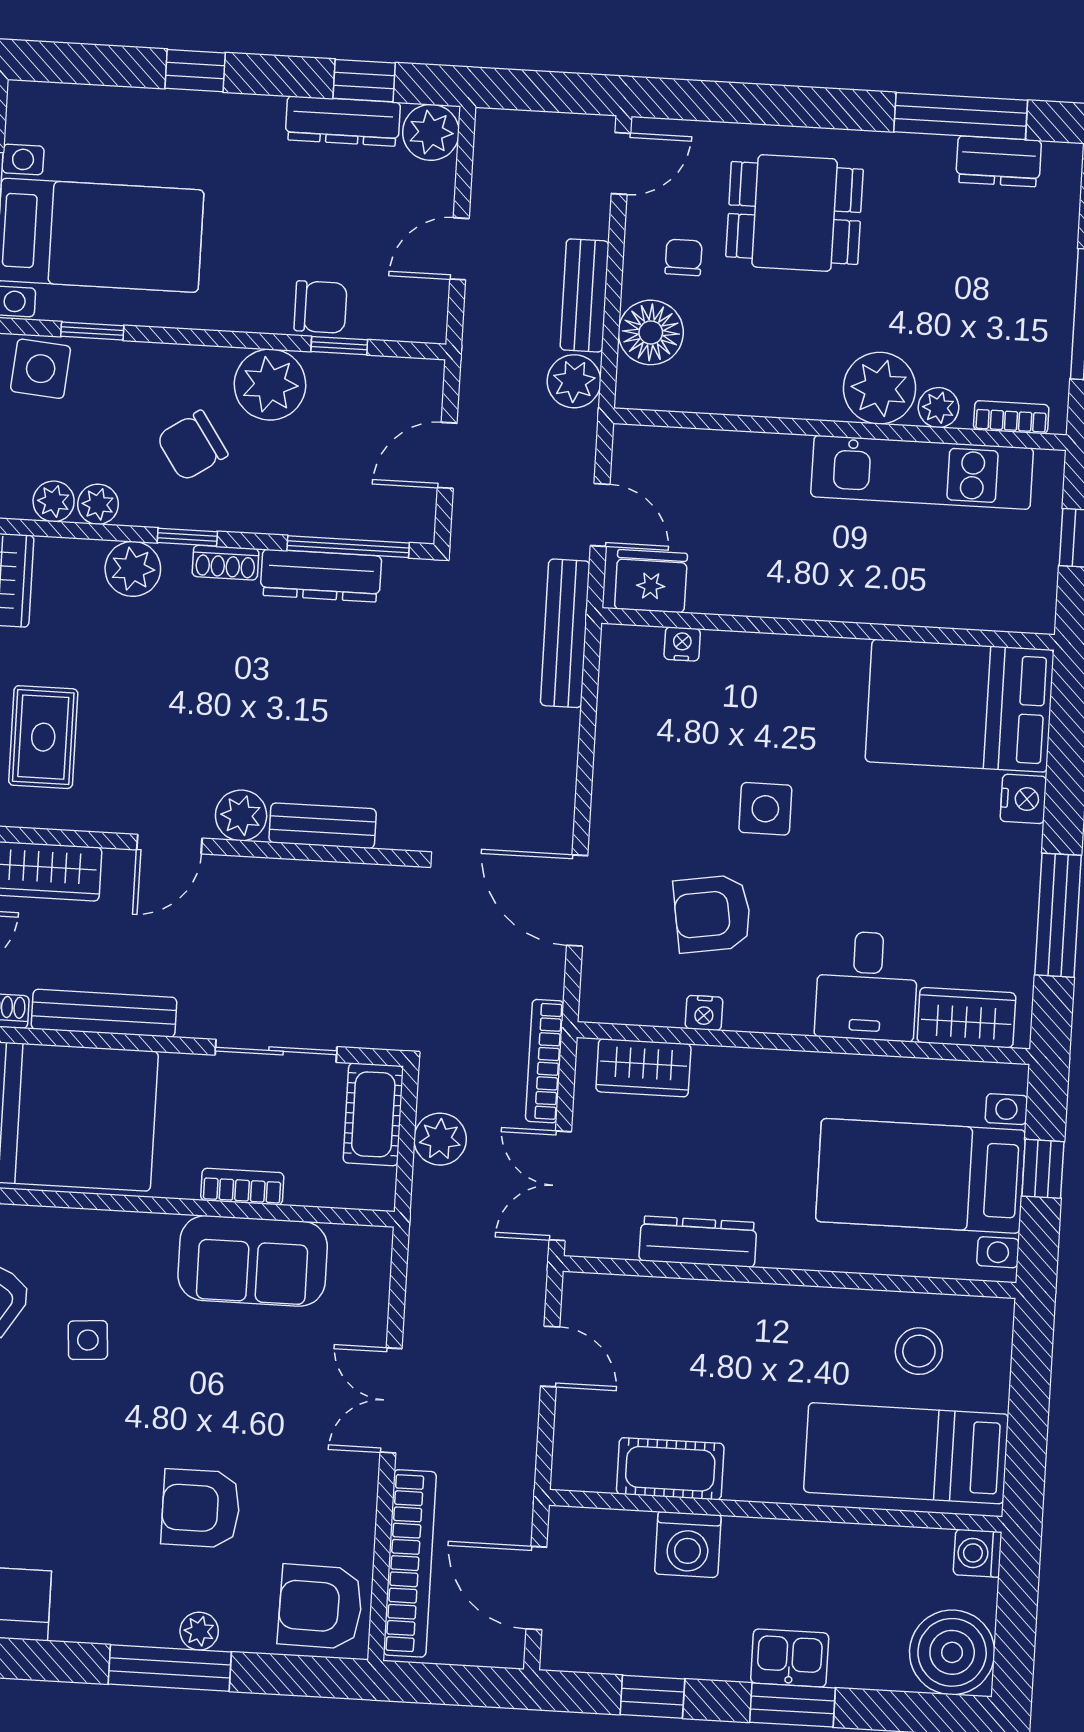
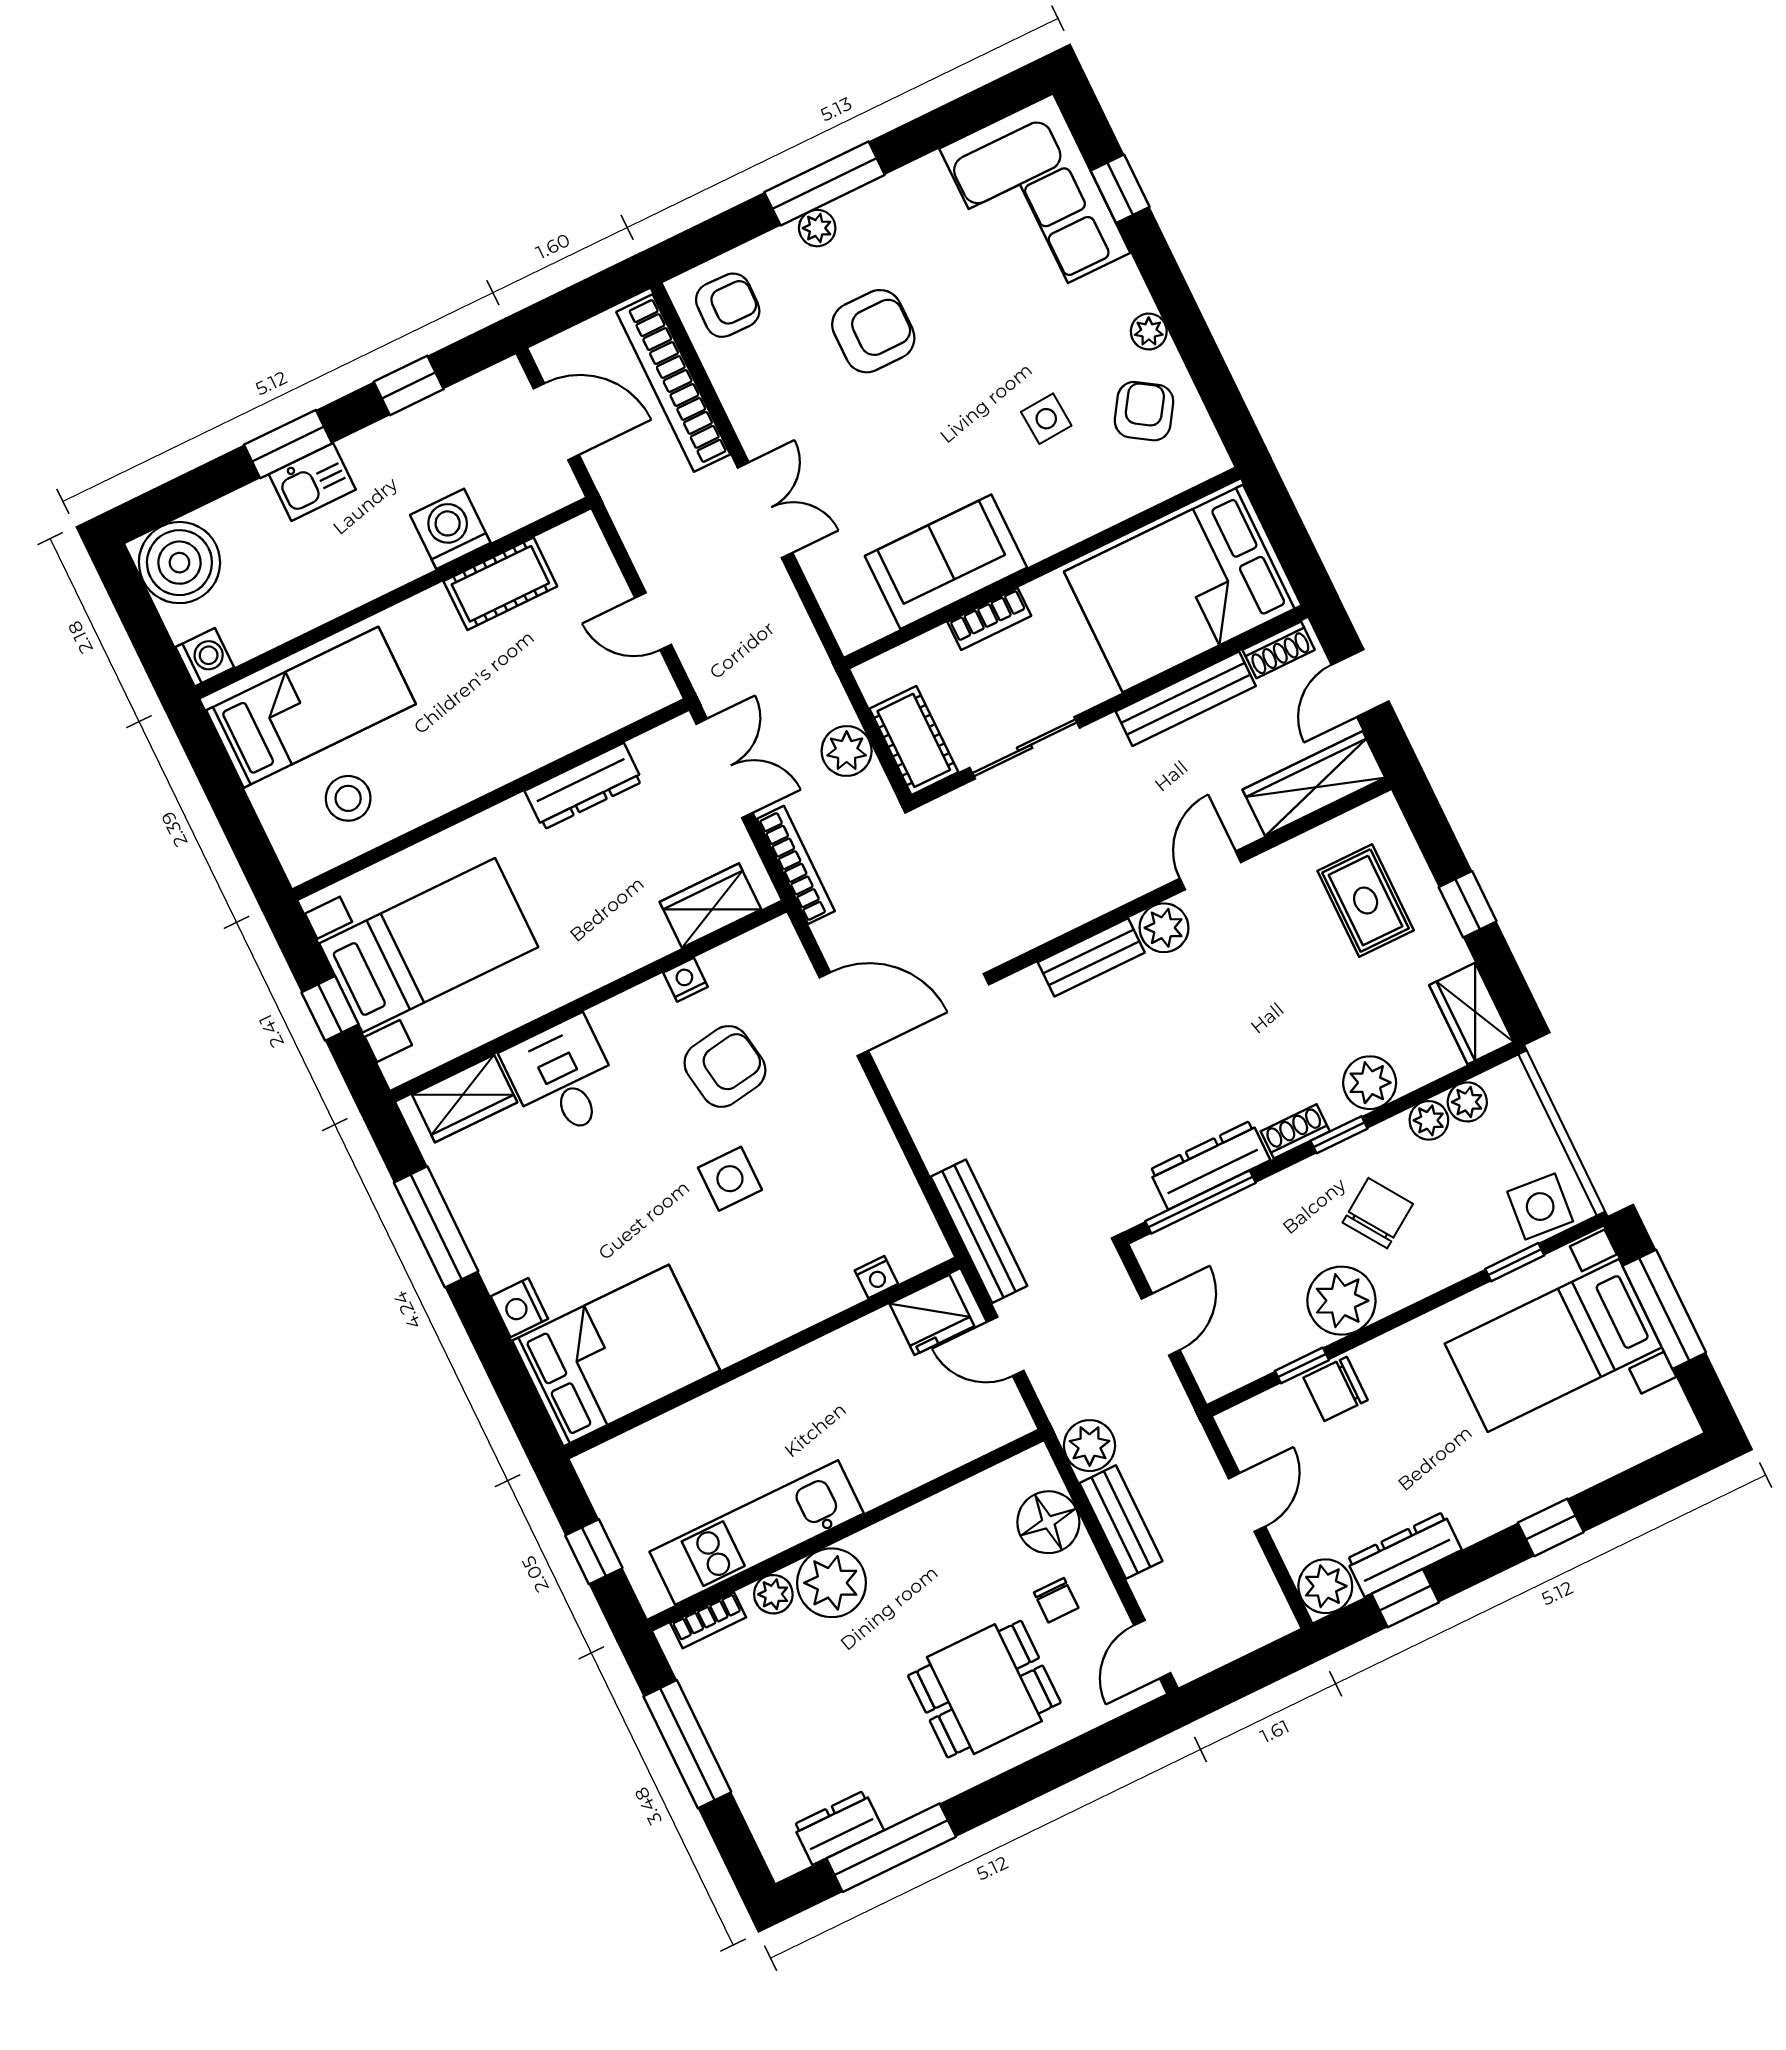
armchair: (320, 1607) -> (728, 305), width x0.72, depth x0.72

